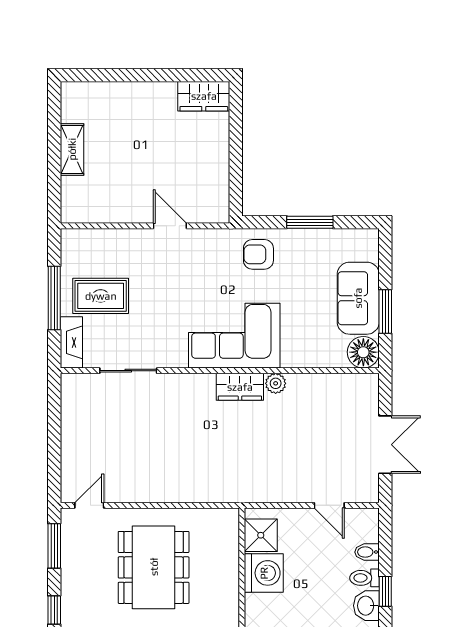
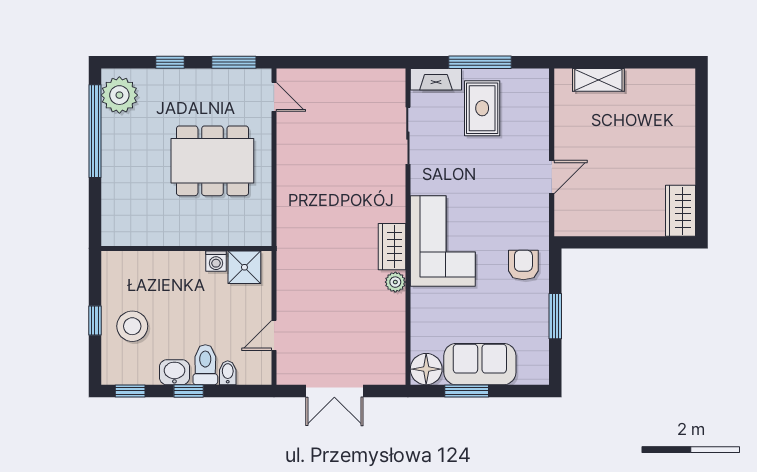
shelving: (72, 149) -> (598, 80), moved
washing machine: (264, 573) -> (216, 261), width x0.53, depth x0.53
toilet: (365, 578) -> (205, 365), width x1.37, depth x1.39

